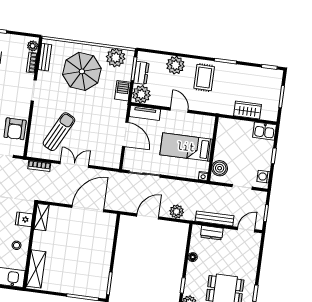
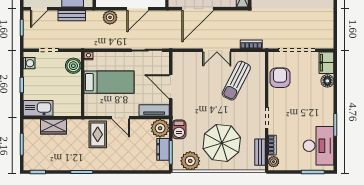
plant: (175, 65) -> (130, 161), removed
rug: (204, 77) -> (98, 134), moved
kitchen sink: (264, 131) -> (38, 108), width x1.38
bench: (215, 218) -> (72, 16), width x0.73

